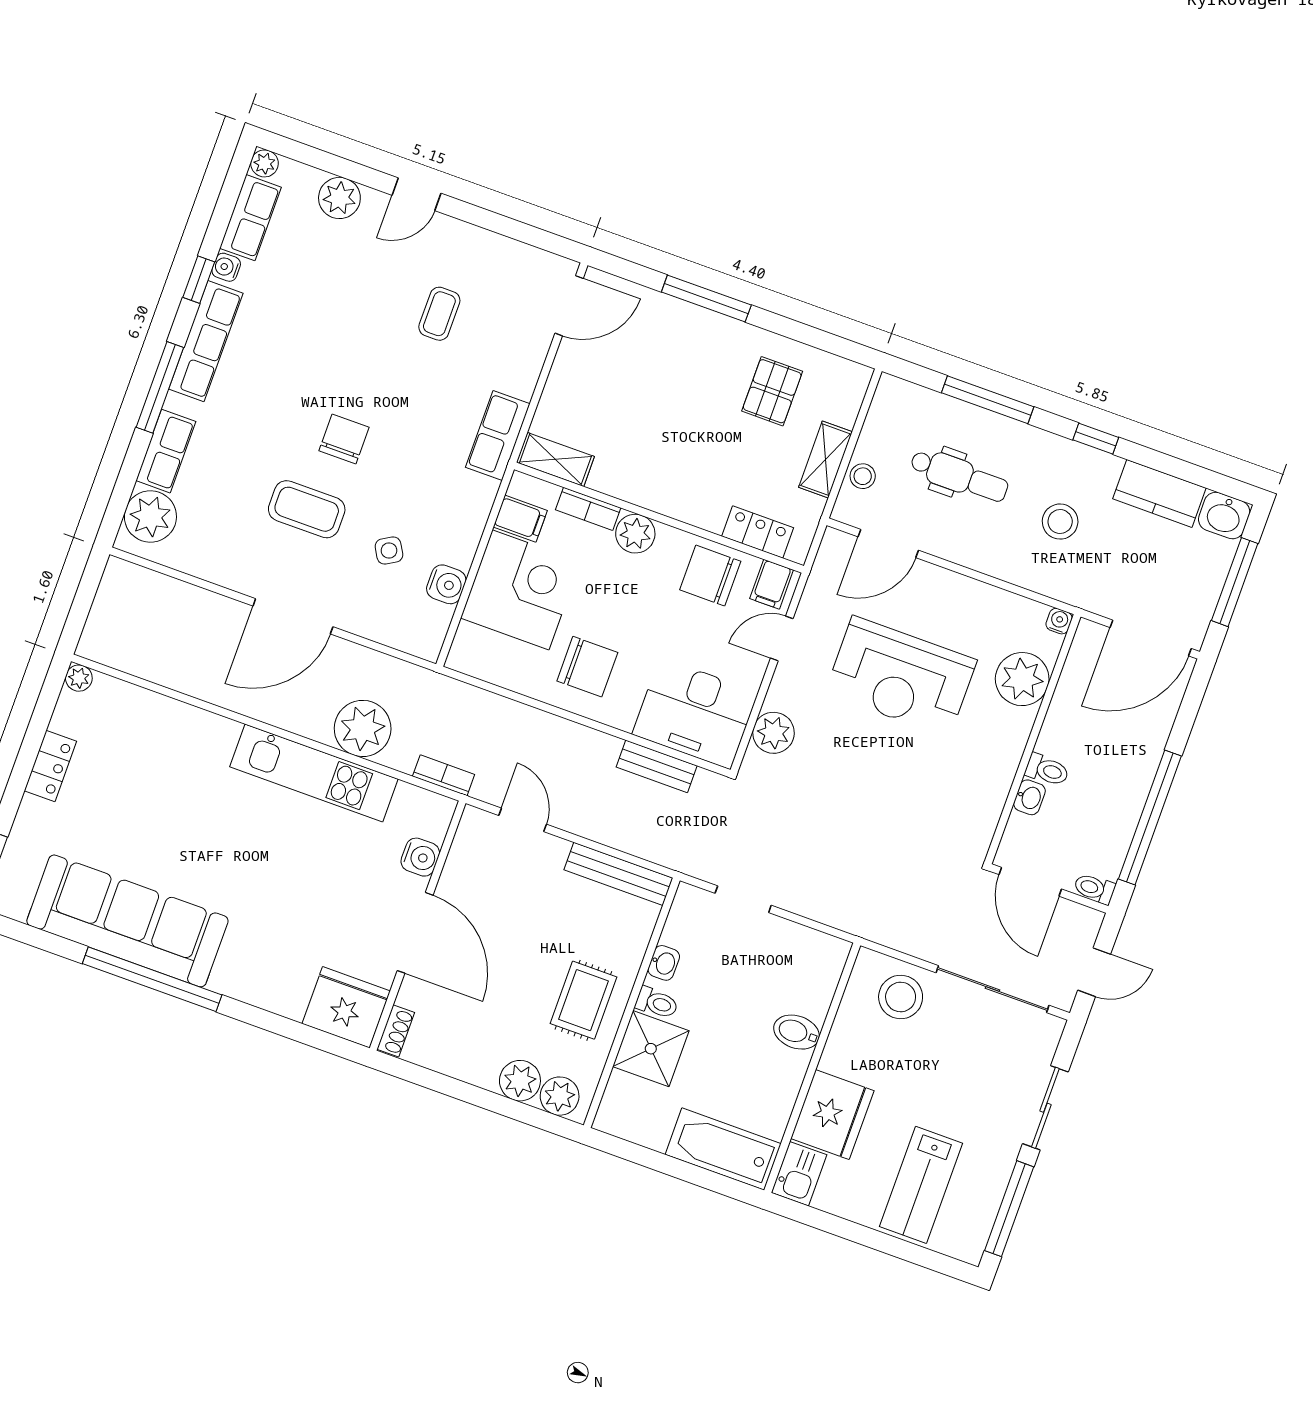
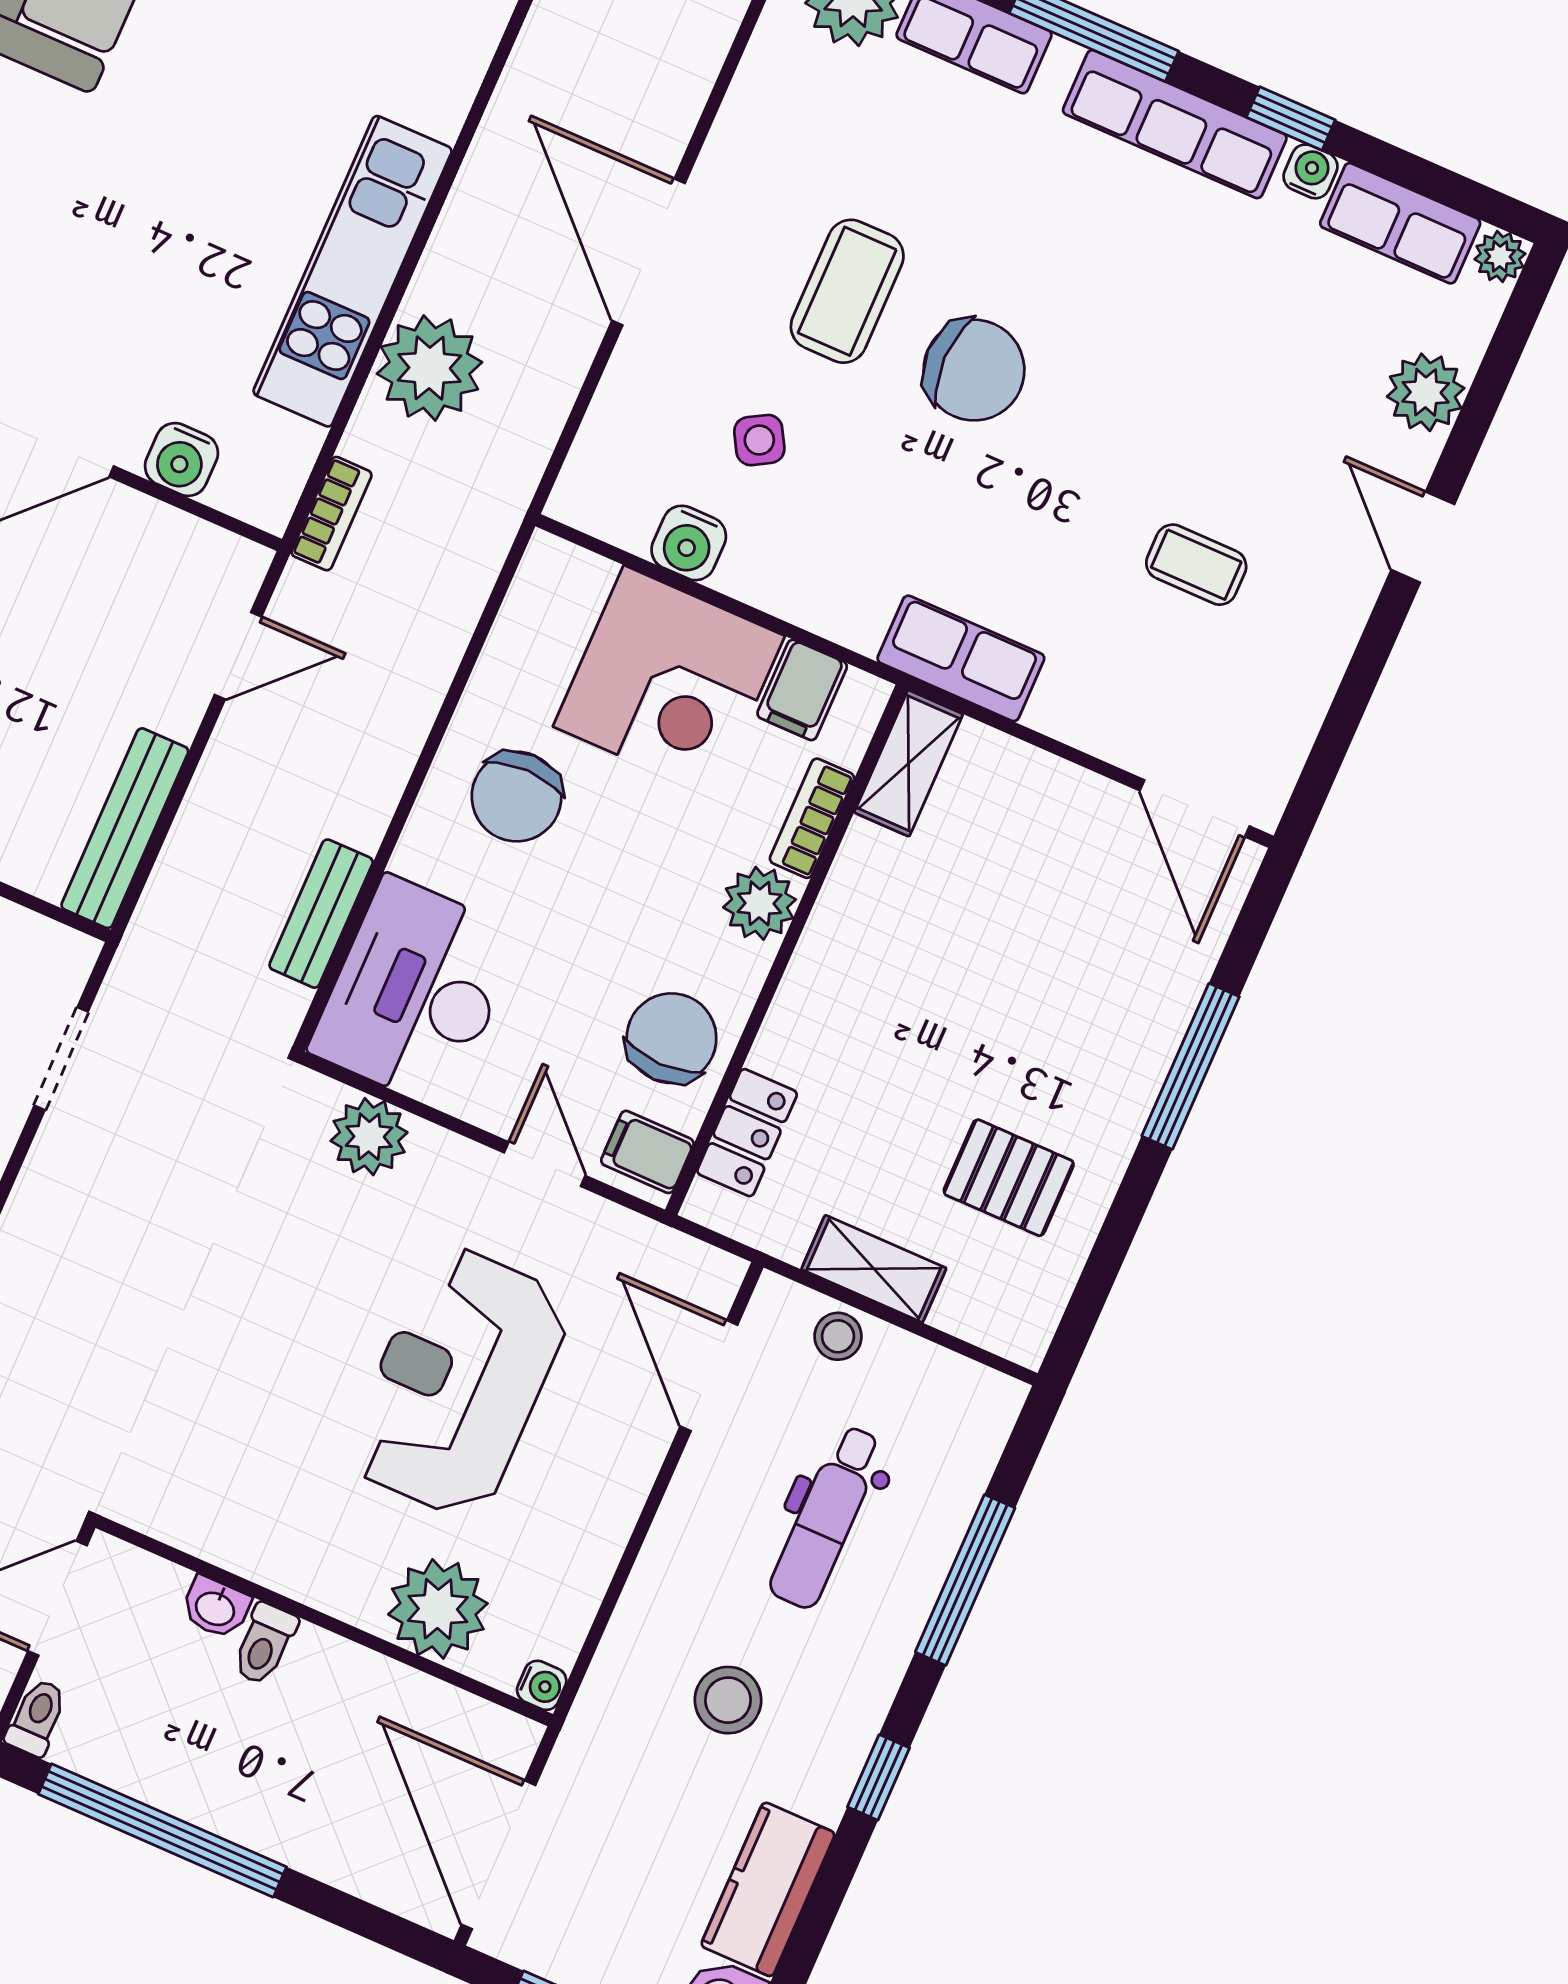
chair: (344, 439) -> (974, 370), width x1.37, depth x1.37

